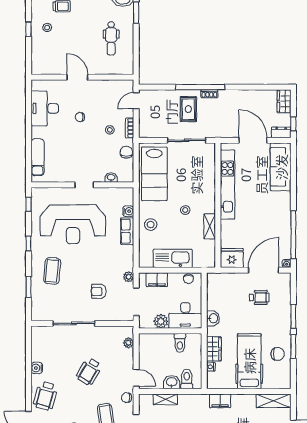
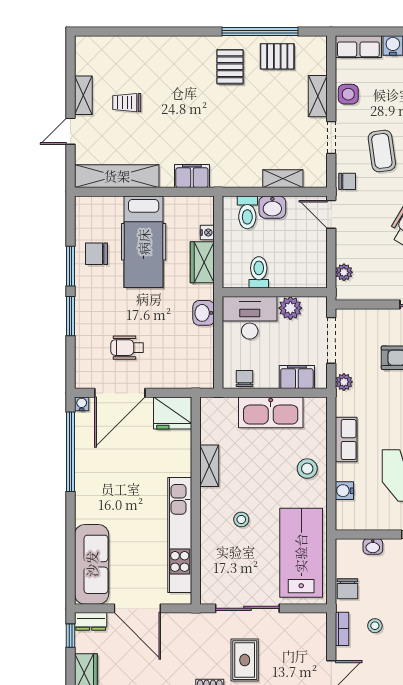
stool: (185, 210) -> (241, 519), moved
row of seats: (127, 231) -> (346, 440), moved
shelving: (274, 401) -> (117, 176), width x1.47

